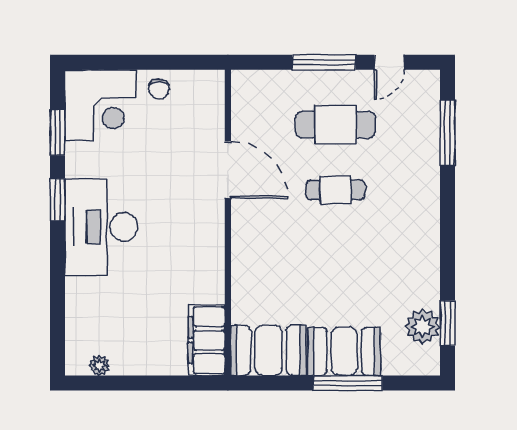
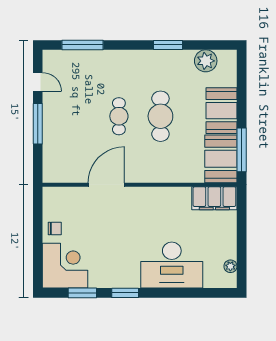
cafe table: (335, 125) -> (160, 116), moved
desk: (101, 227) -> (172, 265), moved
window: (448, 323) -> (168, 45), moved
window: (348, 383) -> (242, 150), moved

